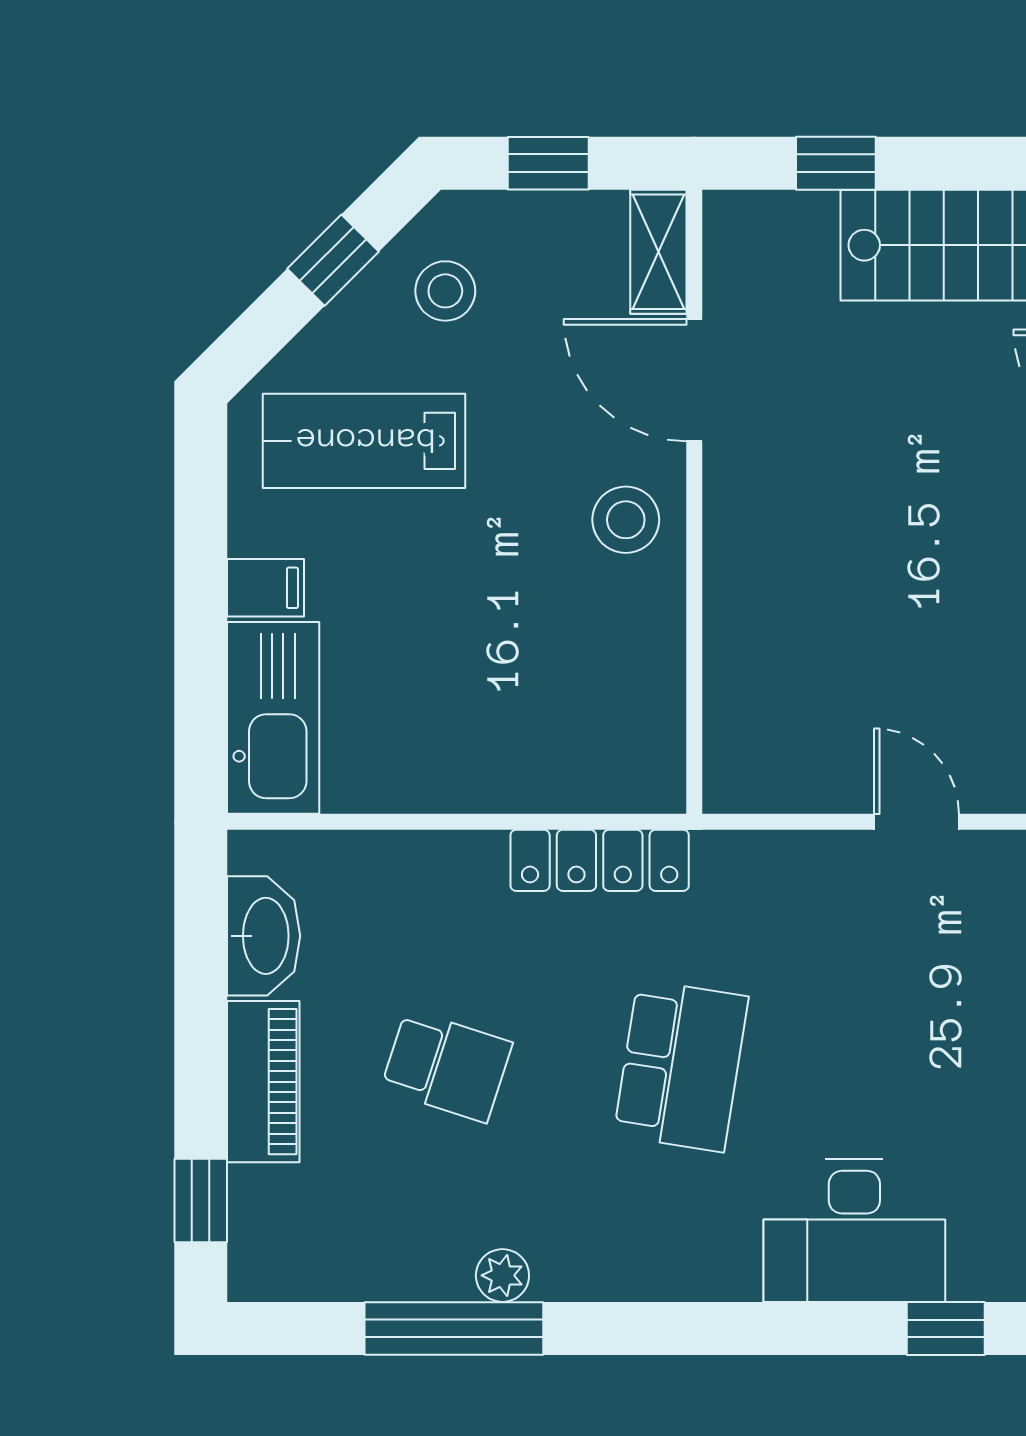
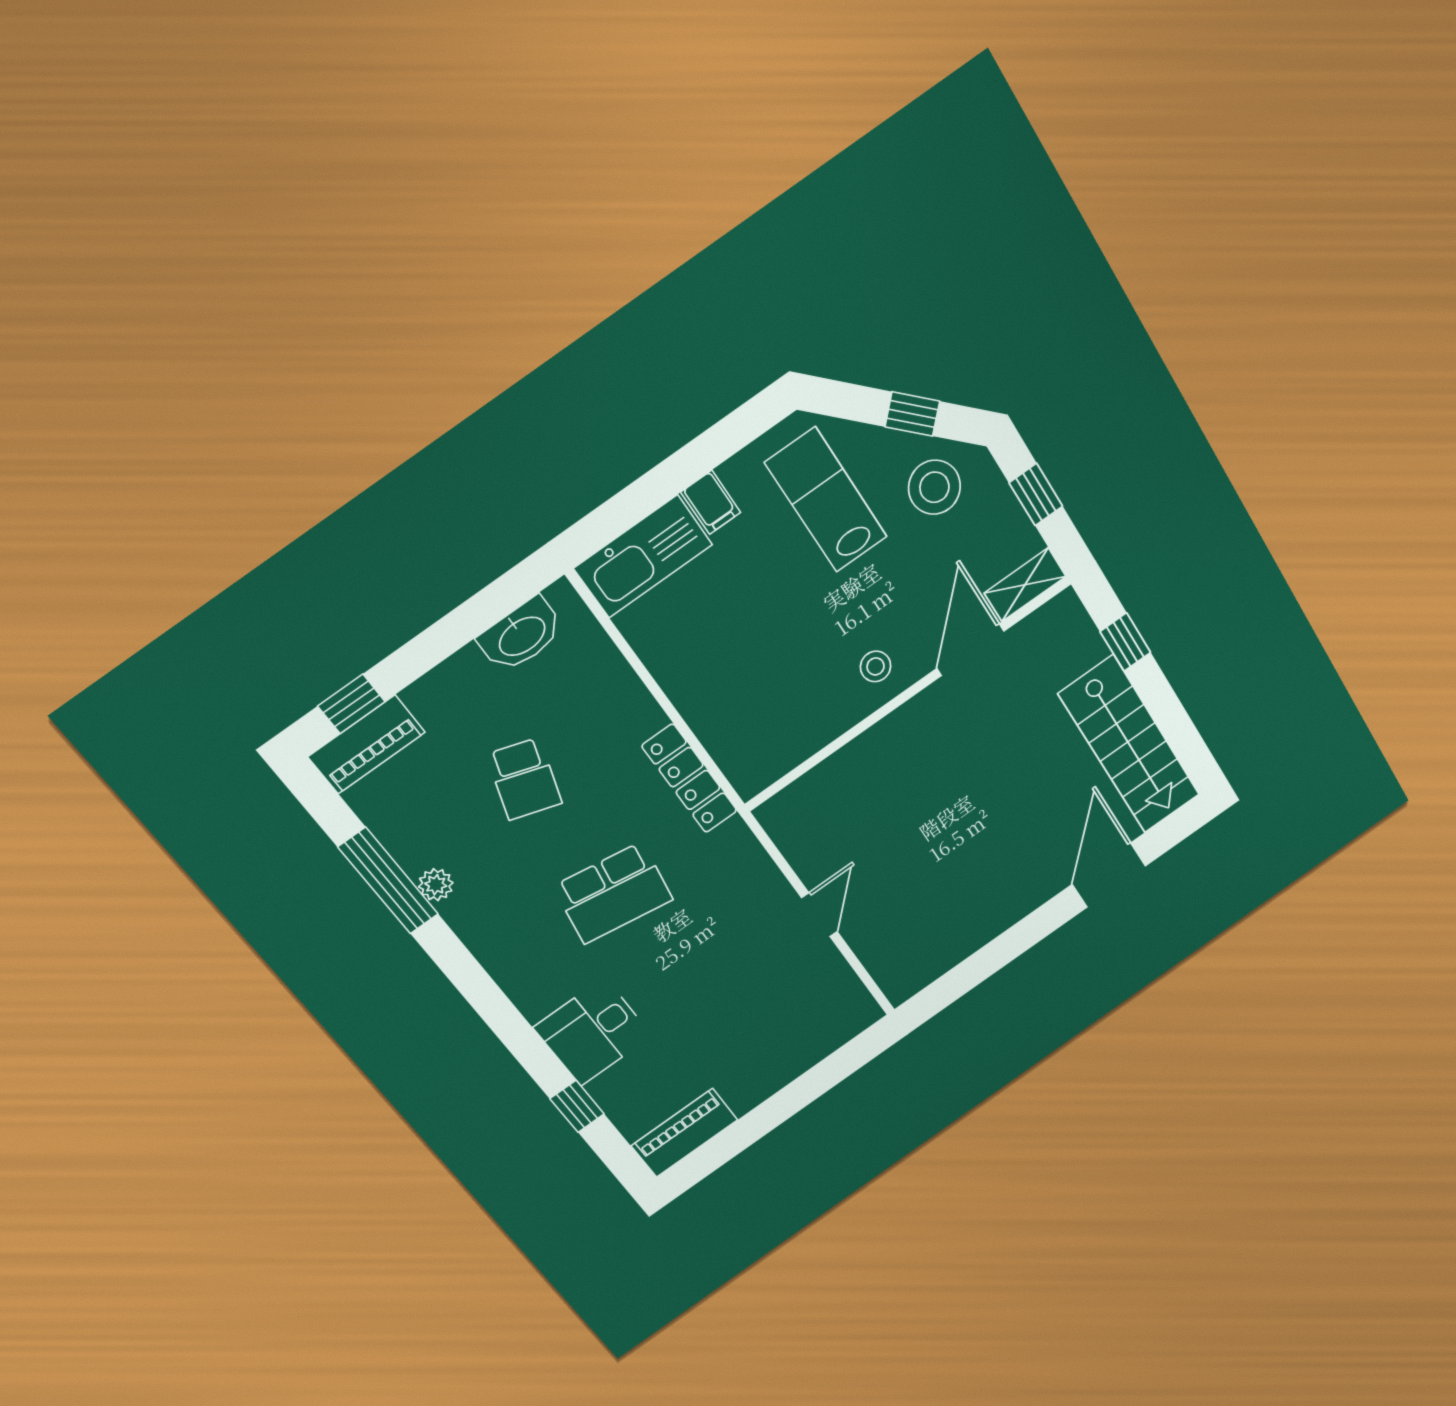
stool: (445, 291) -> (934, 487), width x1.38, depth x1.38
stool: (626, 520) -> (876, 666), width x0.73, depth x0.73
piano: (263, 1082) -> (367, 744), moved
desk: (854, 1231) -> (593, 1032), width x0.73

